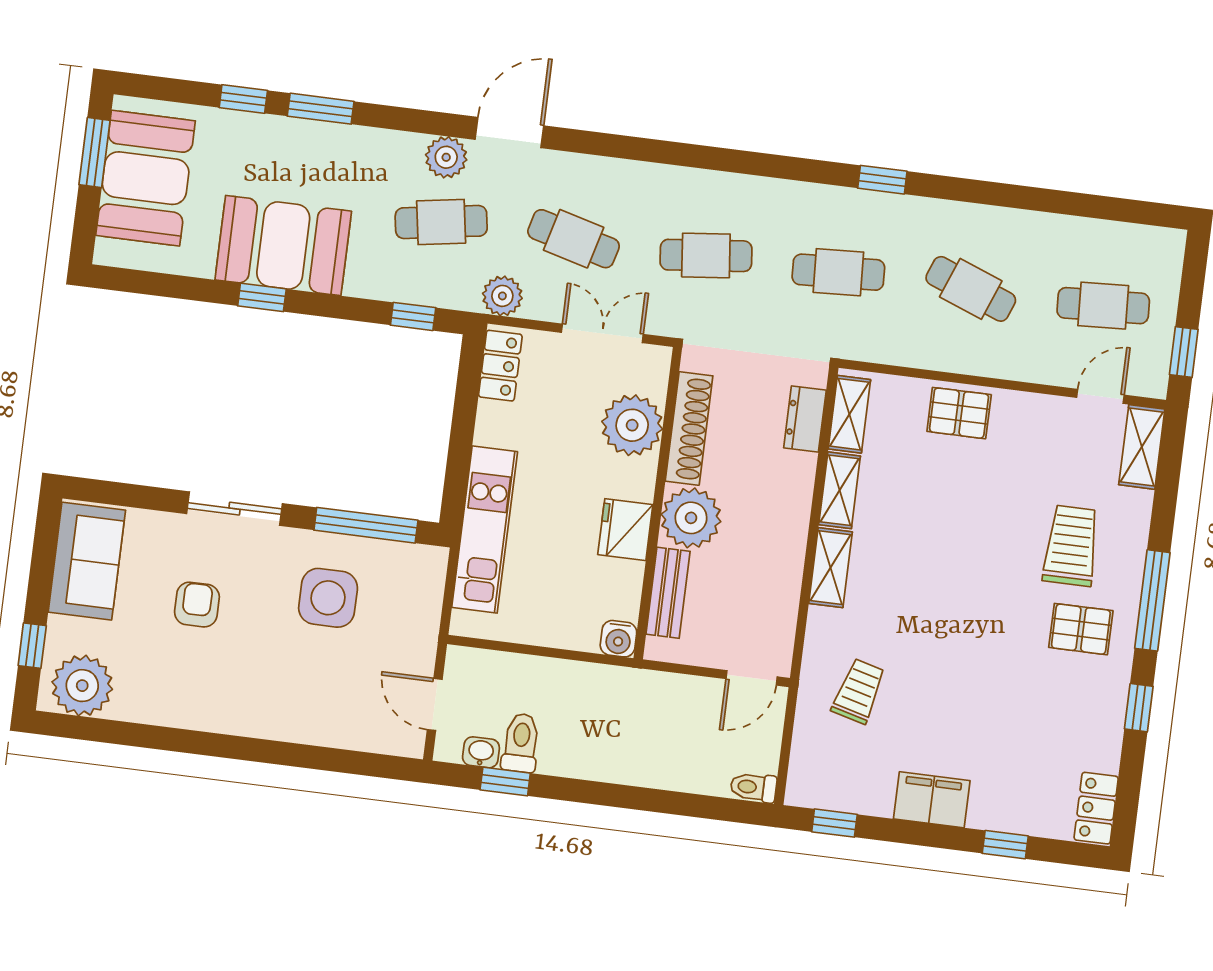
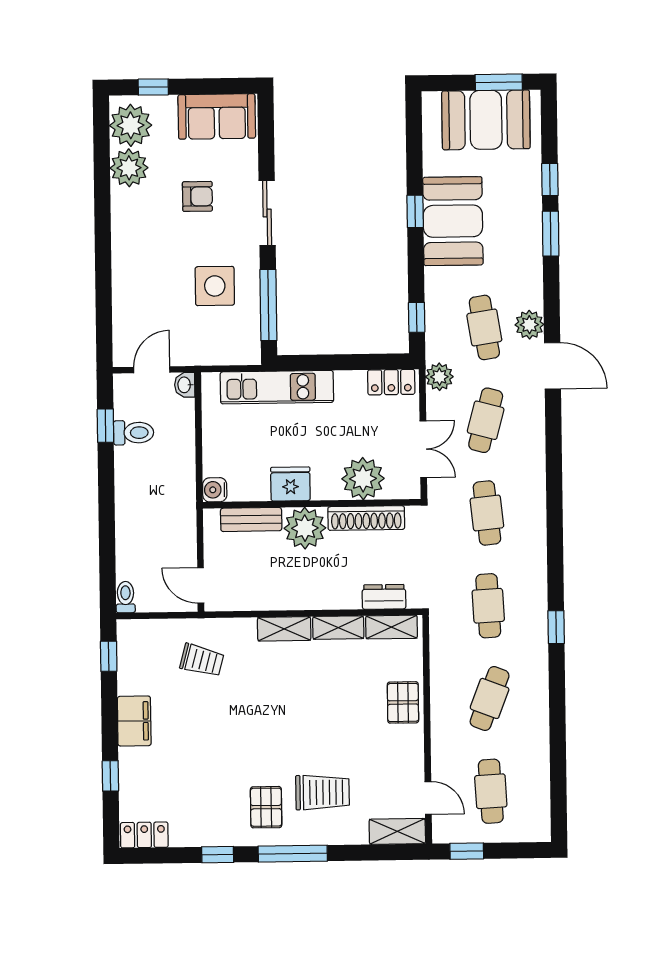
plant: (142, 696) -> (129, 168), added
washbasin: (481, 752) -> (185, 385), moved, turned 180

